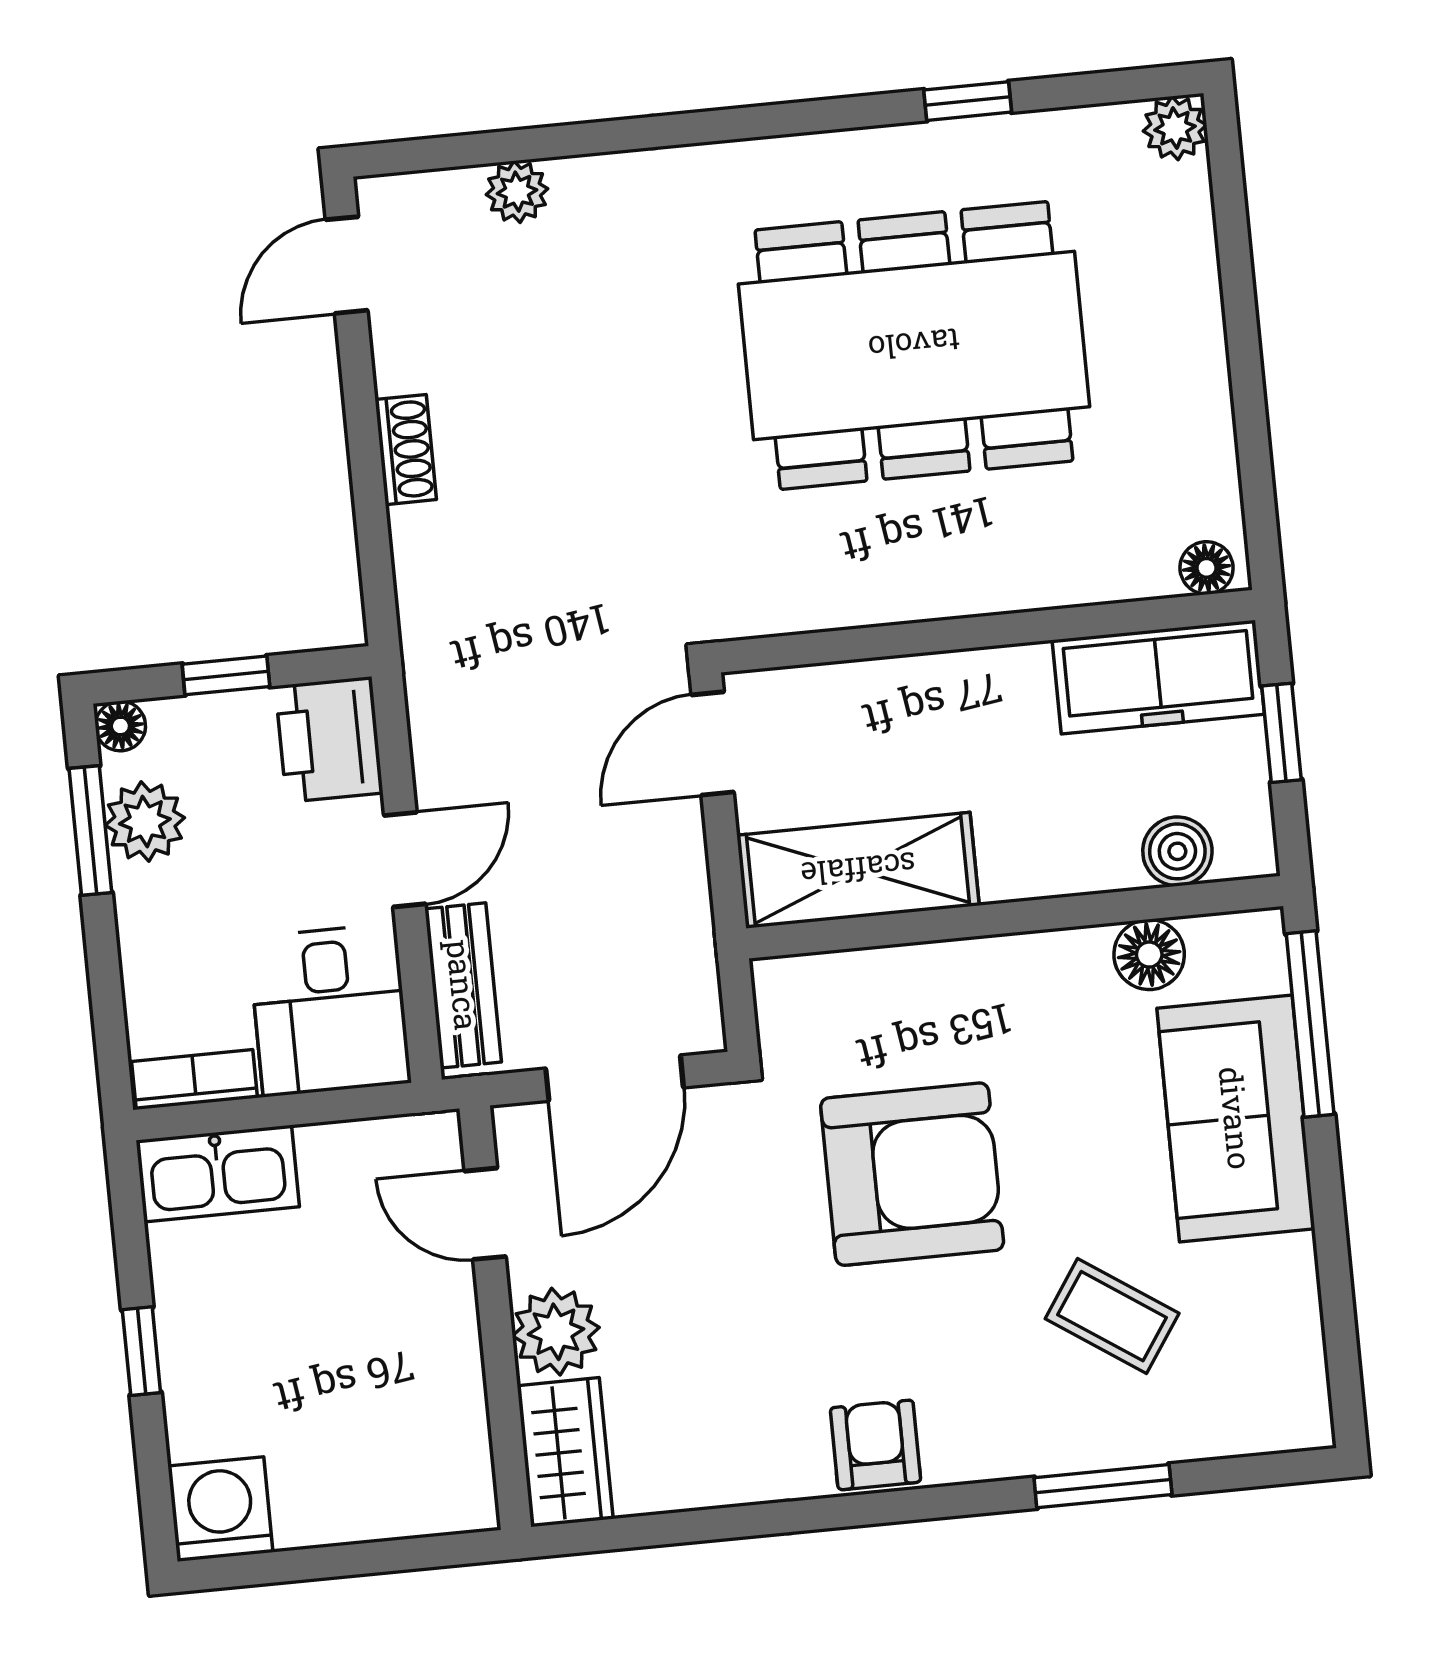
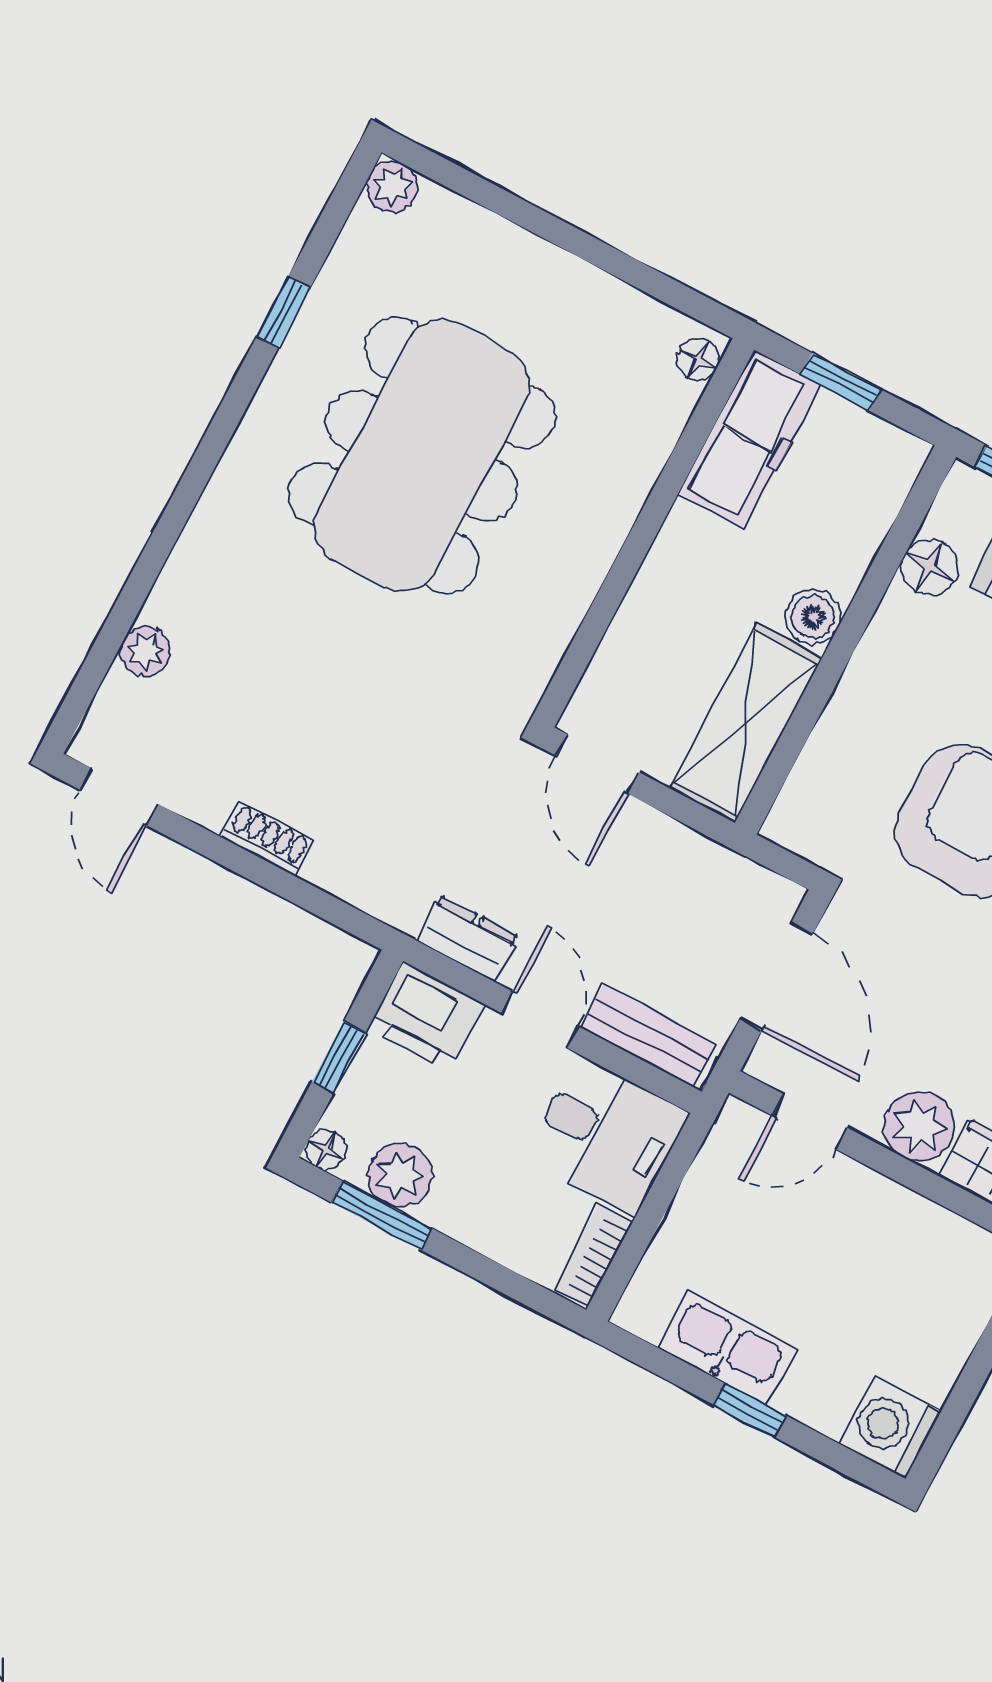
dresser: (440, 728) -> (468, 939), added
boiler: (1177, 851) -> (813, 617), moved
kitchen sink: (218, 1173) -> (727, 1348), moved, turned -90

